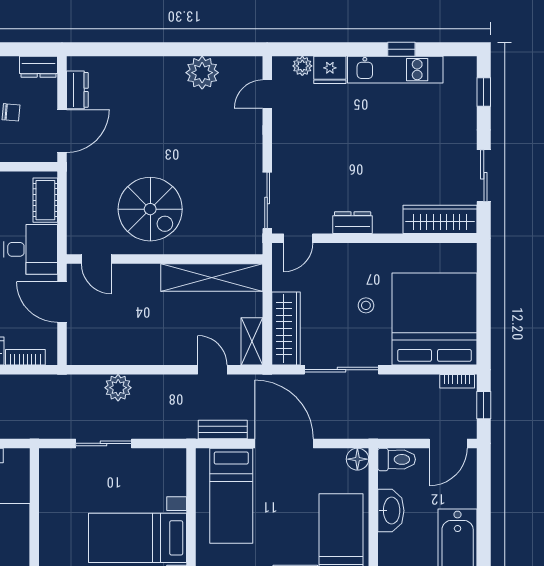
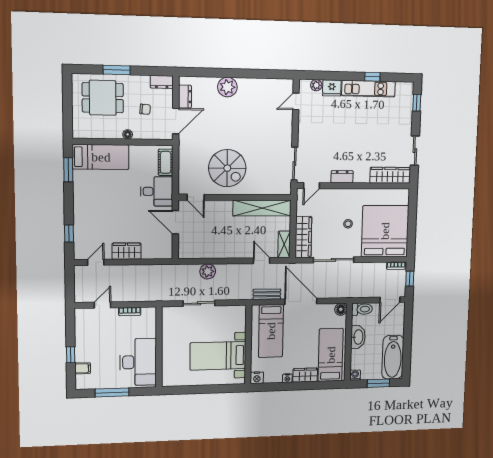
plant: (202, 73) -> (227, 87), moved
bookcase: (25, 357) -> (154, 254), removed

